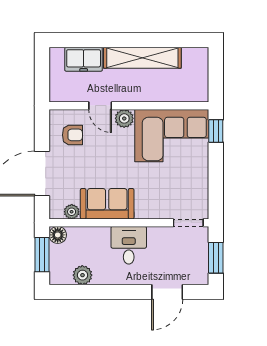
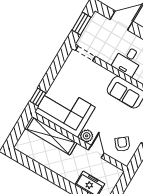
shelving: (142, 58) -> (51, 136), moved
armchair: (72, 135) -> (122, 144), turned 52

